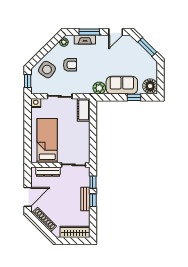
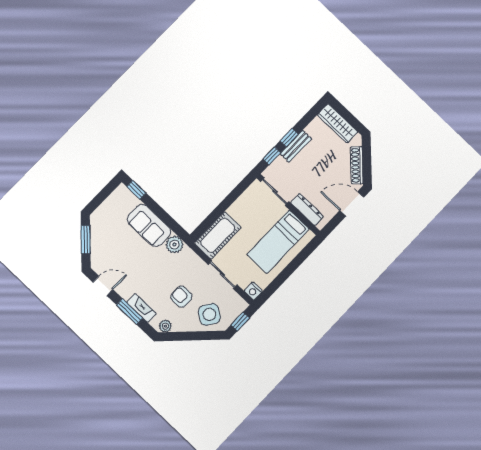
floor lamp: (150, 86) -> (121, 197), removed
window: (134, 97) -> (136, 190), moved
cot: (84, 110) -> (218, 235), width x1.37, depth x1.34

